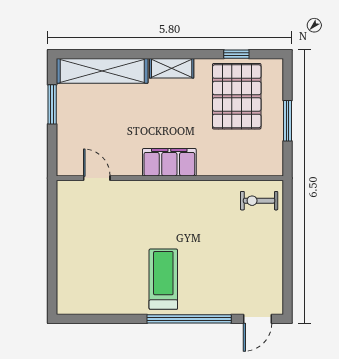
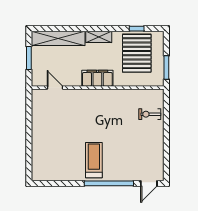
filing cabinet: (169, 162) -> (97, 78), moved
door: (97, 178) -> (55, 88), moved
wall: (170, 178) -> (98, 88), moved

